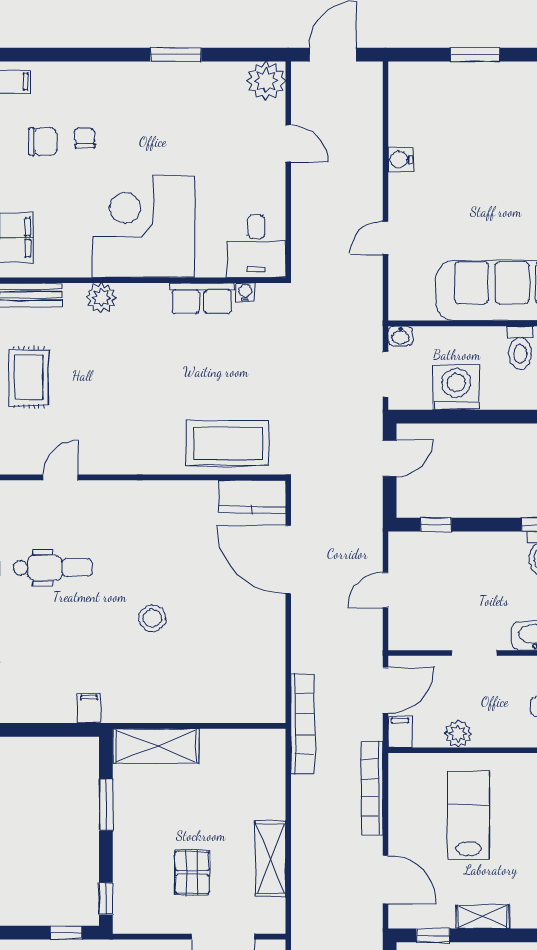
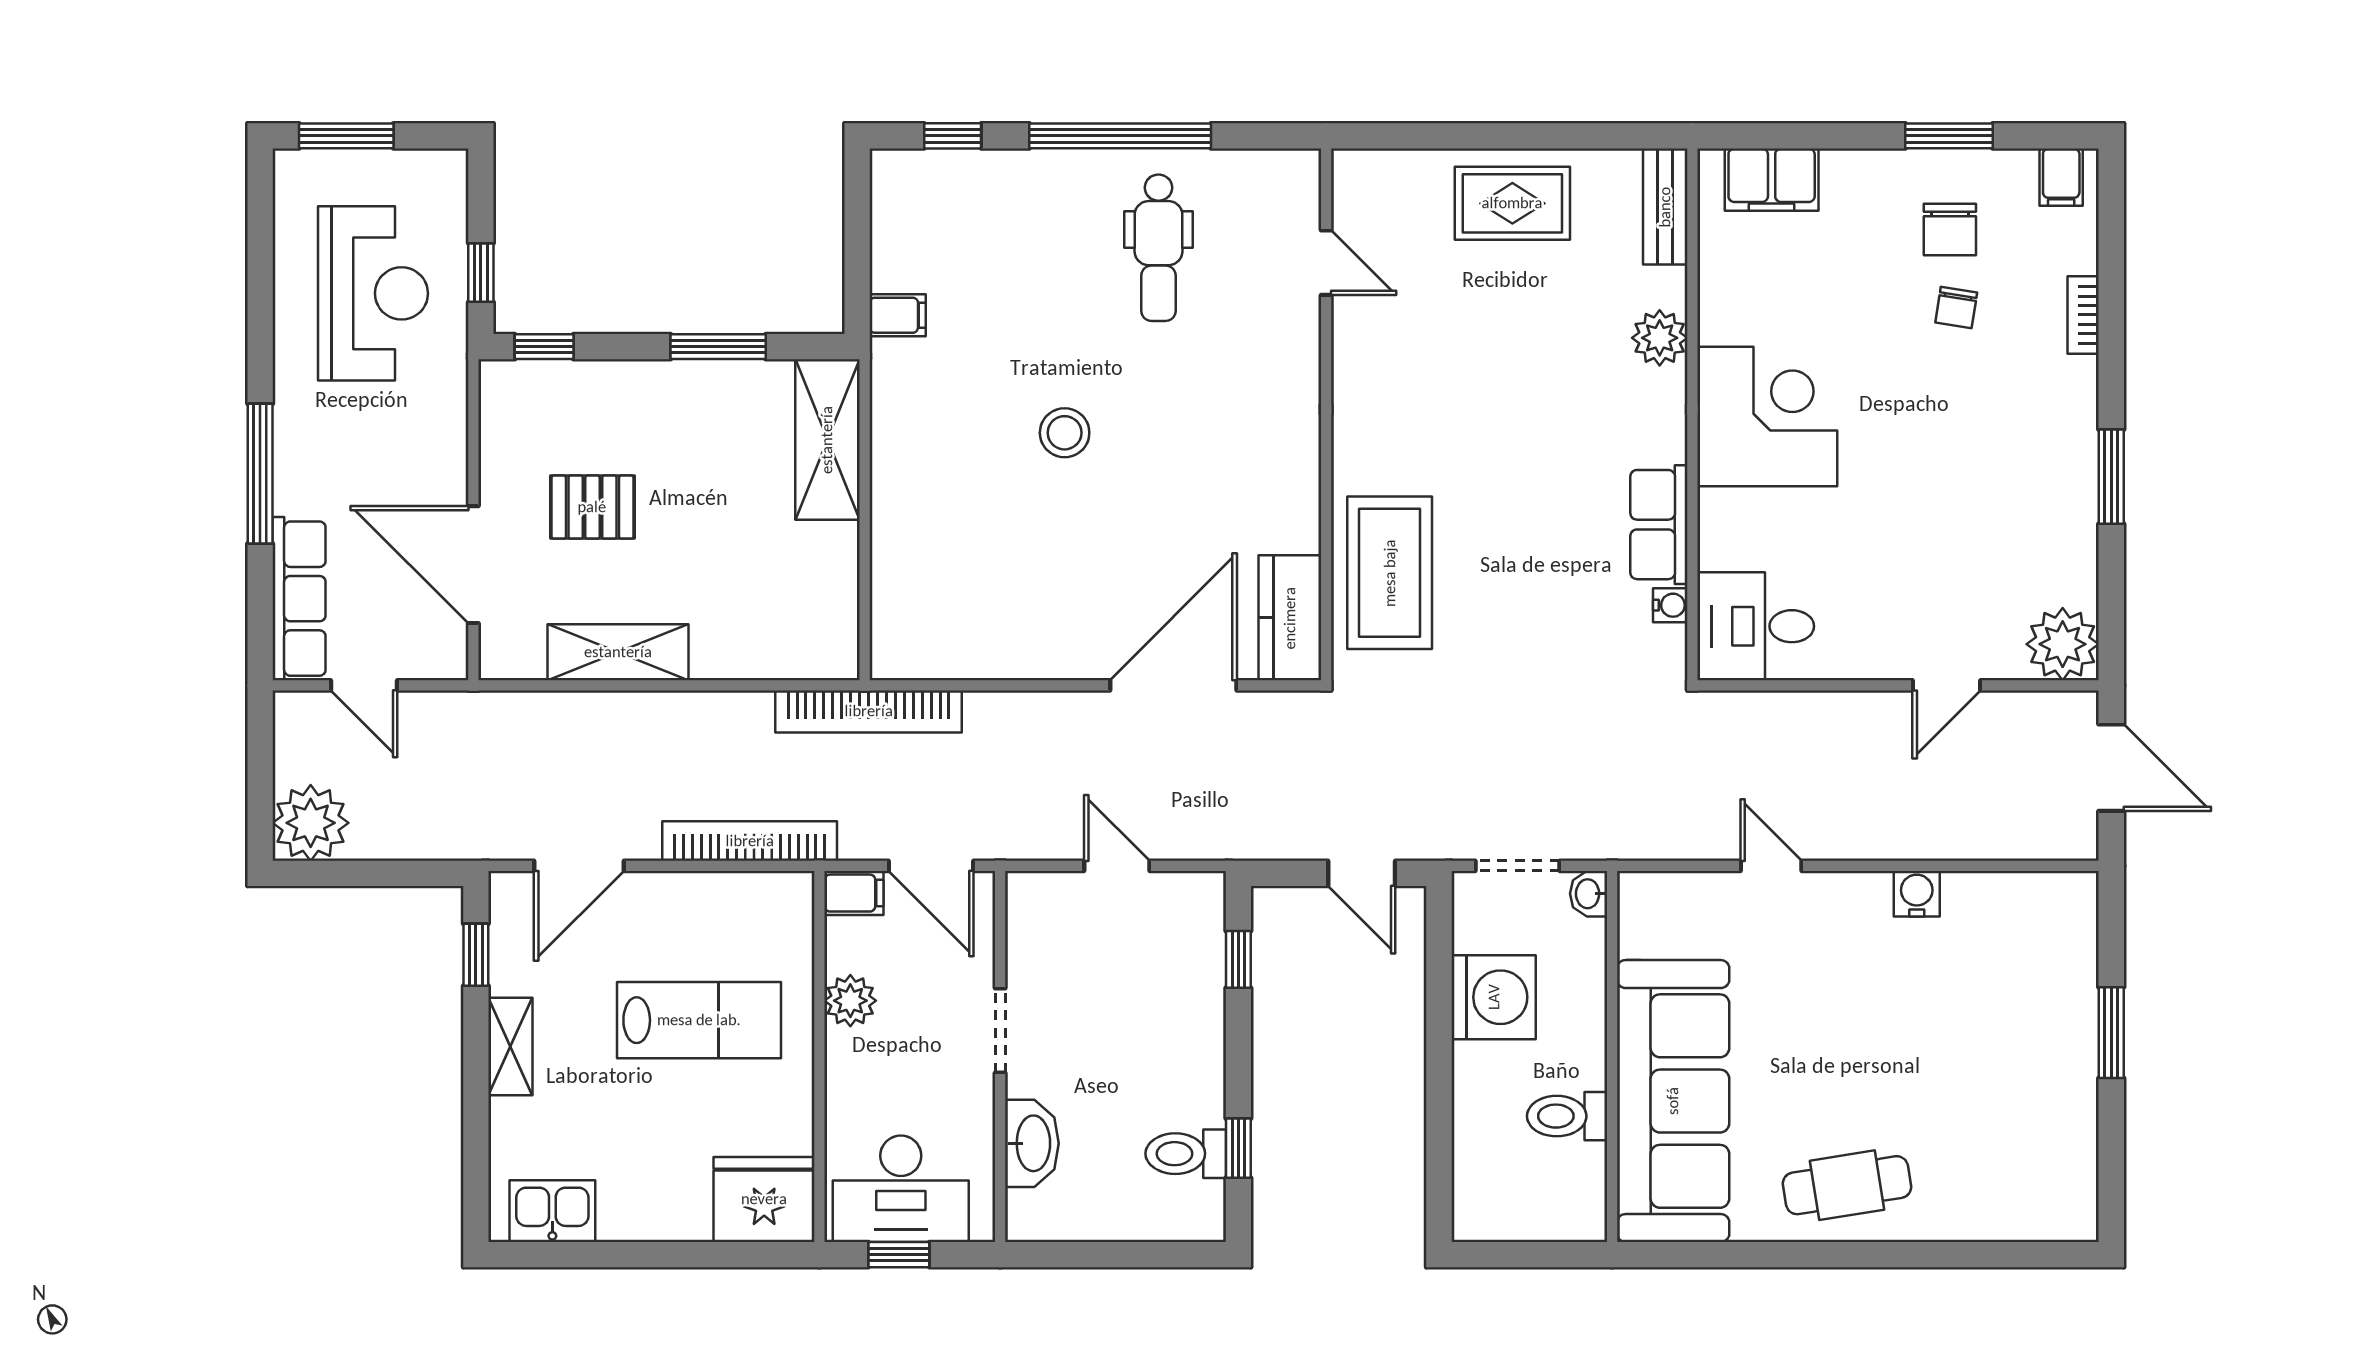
bookcase: (89, 70) -> (2083, 315), added
chair: (85, 138) -> (1956, 307), turned 99
corner desk: (143, 226) -> (1767, 416), width x0.74, depth x0.74

